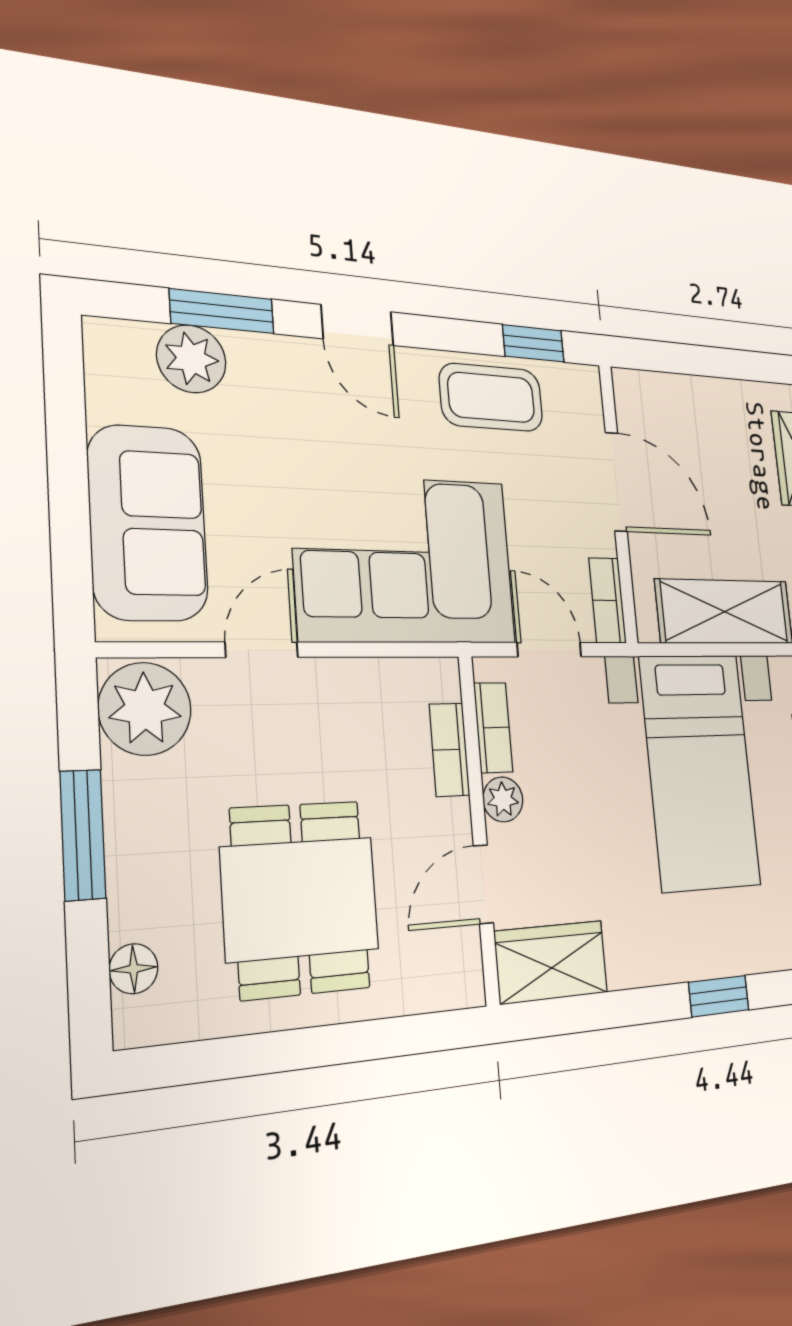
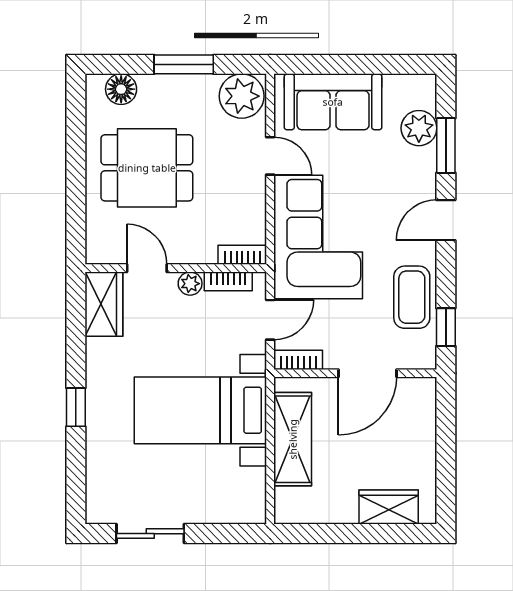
bookcase: (449, 750) -> (242, 255), moved
floor lamp: (134, 969) -> (121, 89), width x1.37, depth x1.37

